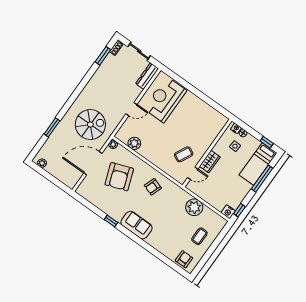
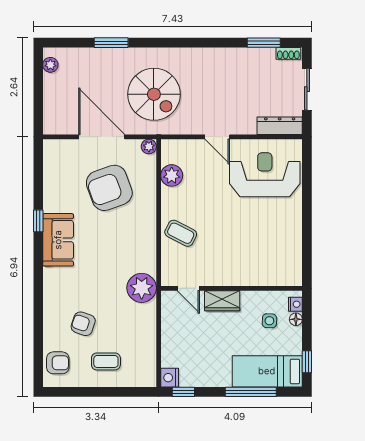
coffee table: (184, 154) -> (181, 233), moved
armchair: (153, 187) -> (83, 324), moved
plant: (194, 207) -> (142, 288), moved
sofa: (136, 225) -> (58, 240), moved

